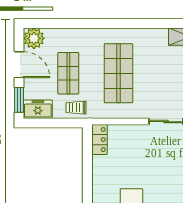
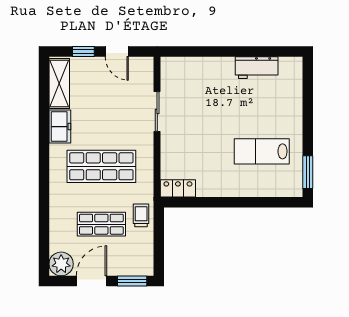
trolley: (76, 108) -> (141, 215), turned 180
freezer: (38, 109) -> (60, 127), moved, turned 180

